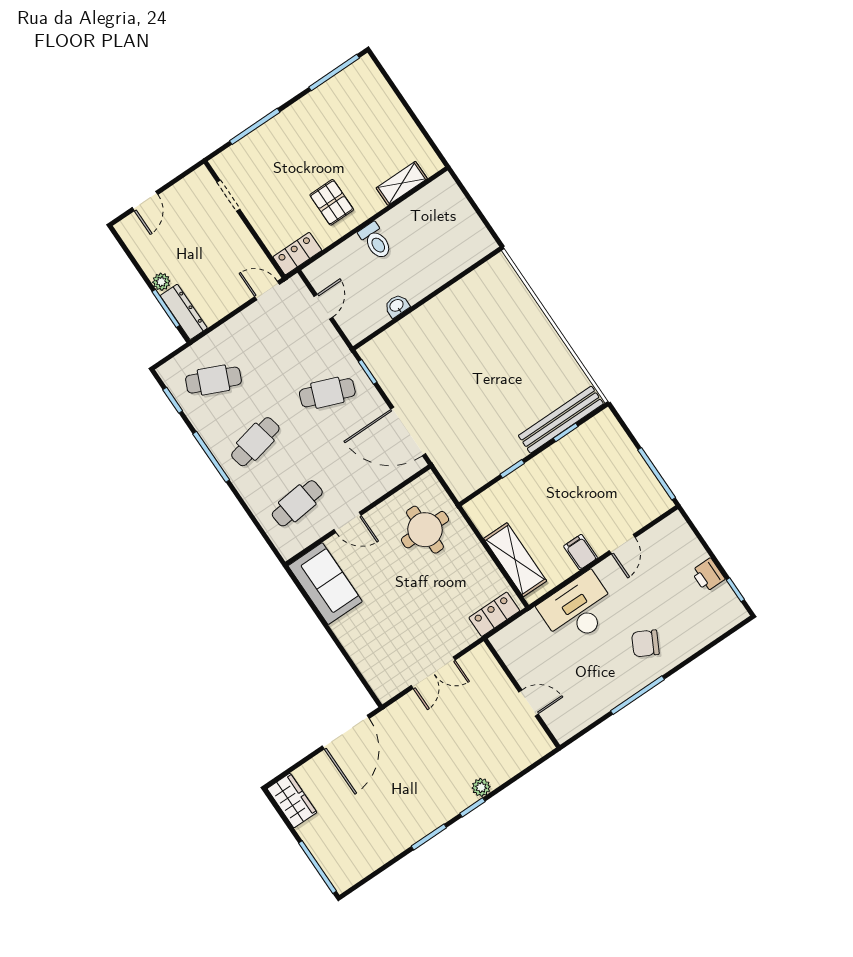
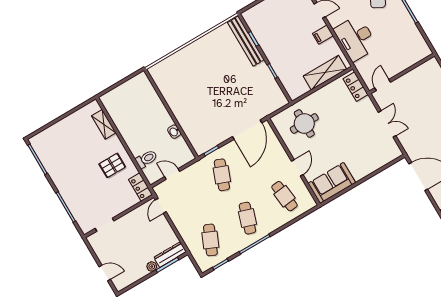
toilet: (375, 241) -> (146, 159), moved
cafe table: (255, 442) -> (247, 218), turned 30
door: (529, 703) -> (383, 85), moved

